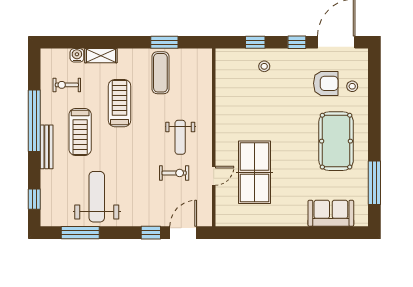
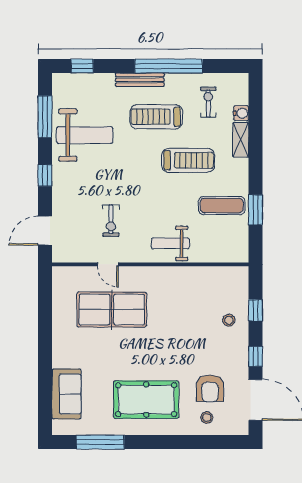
weight bench: (180, 137) -> (170, 243), moved
window: (151, 233) -> (45, 175), moved
door: (183, 233) -> (45, 231), swing flipped

